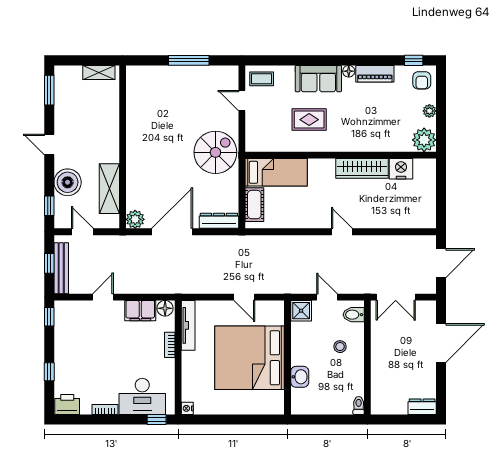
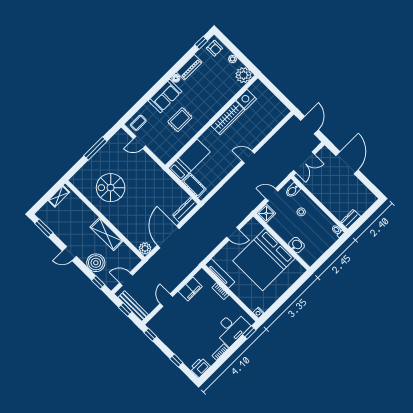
spiral stairs: (215, 152) -> (111, 188), moved, turned -90
shelving: (109, 189) -> (106, 234), moved
floor lamp: (165, 308) -> (201, 276), removed
dresser: (422, 407) -> (351, 219), moved

